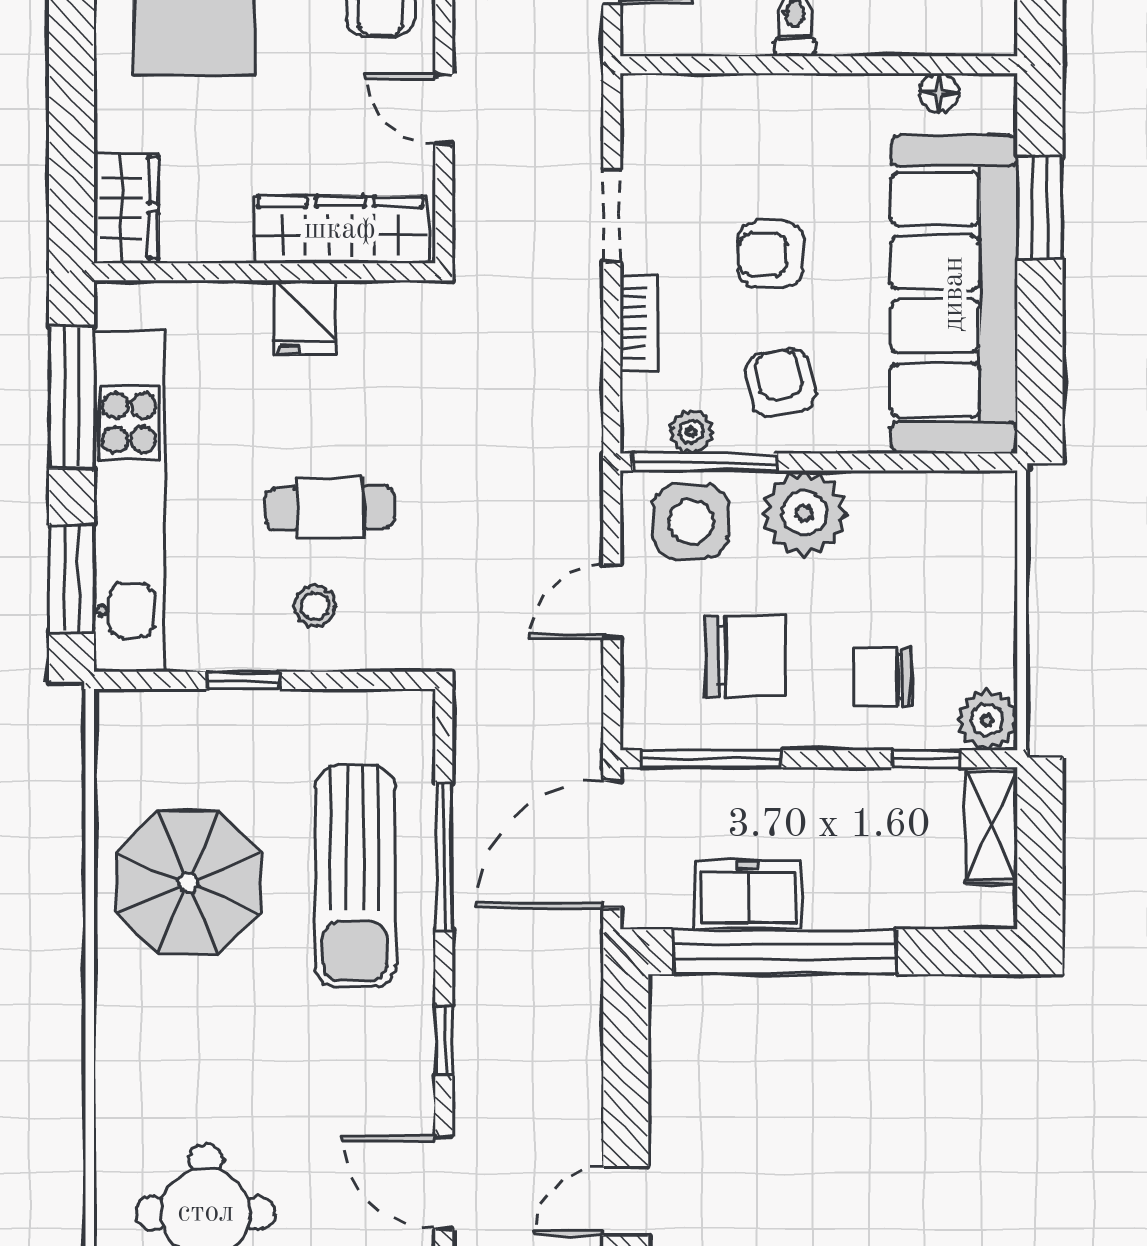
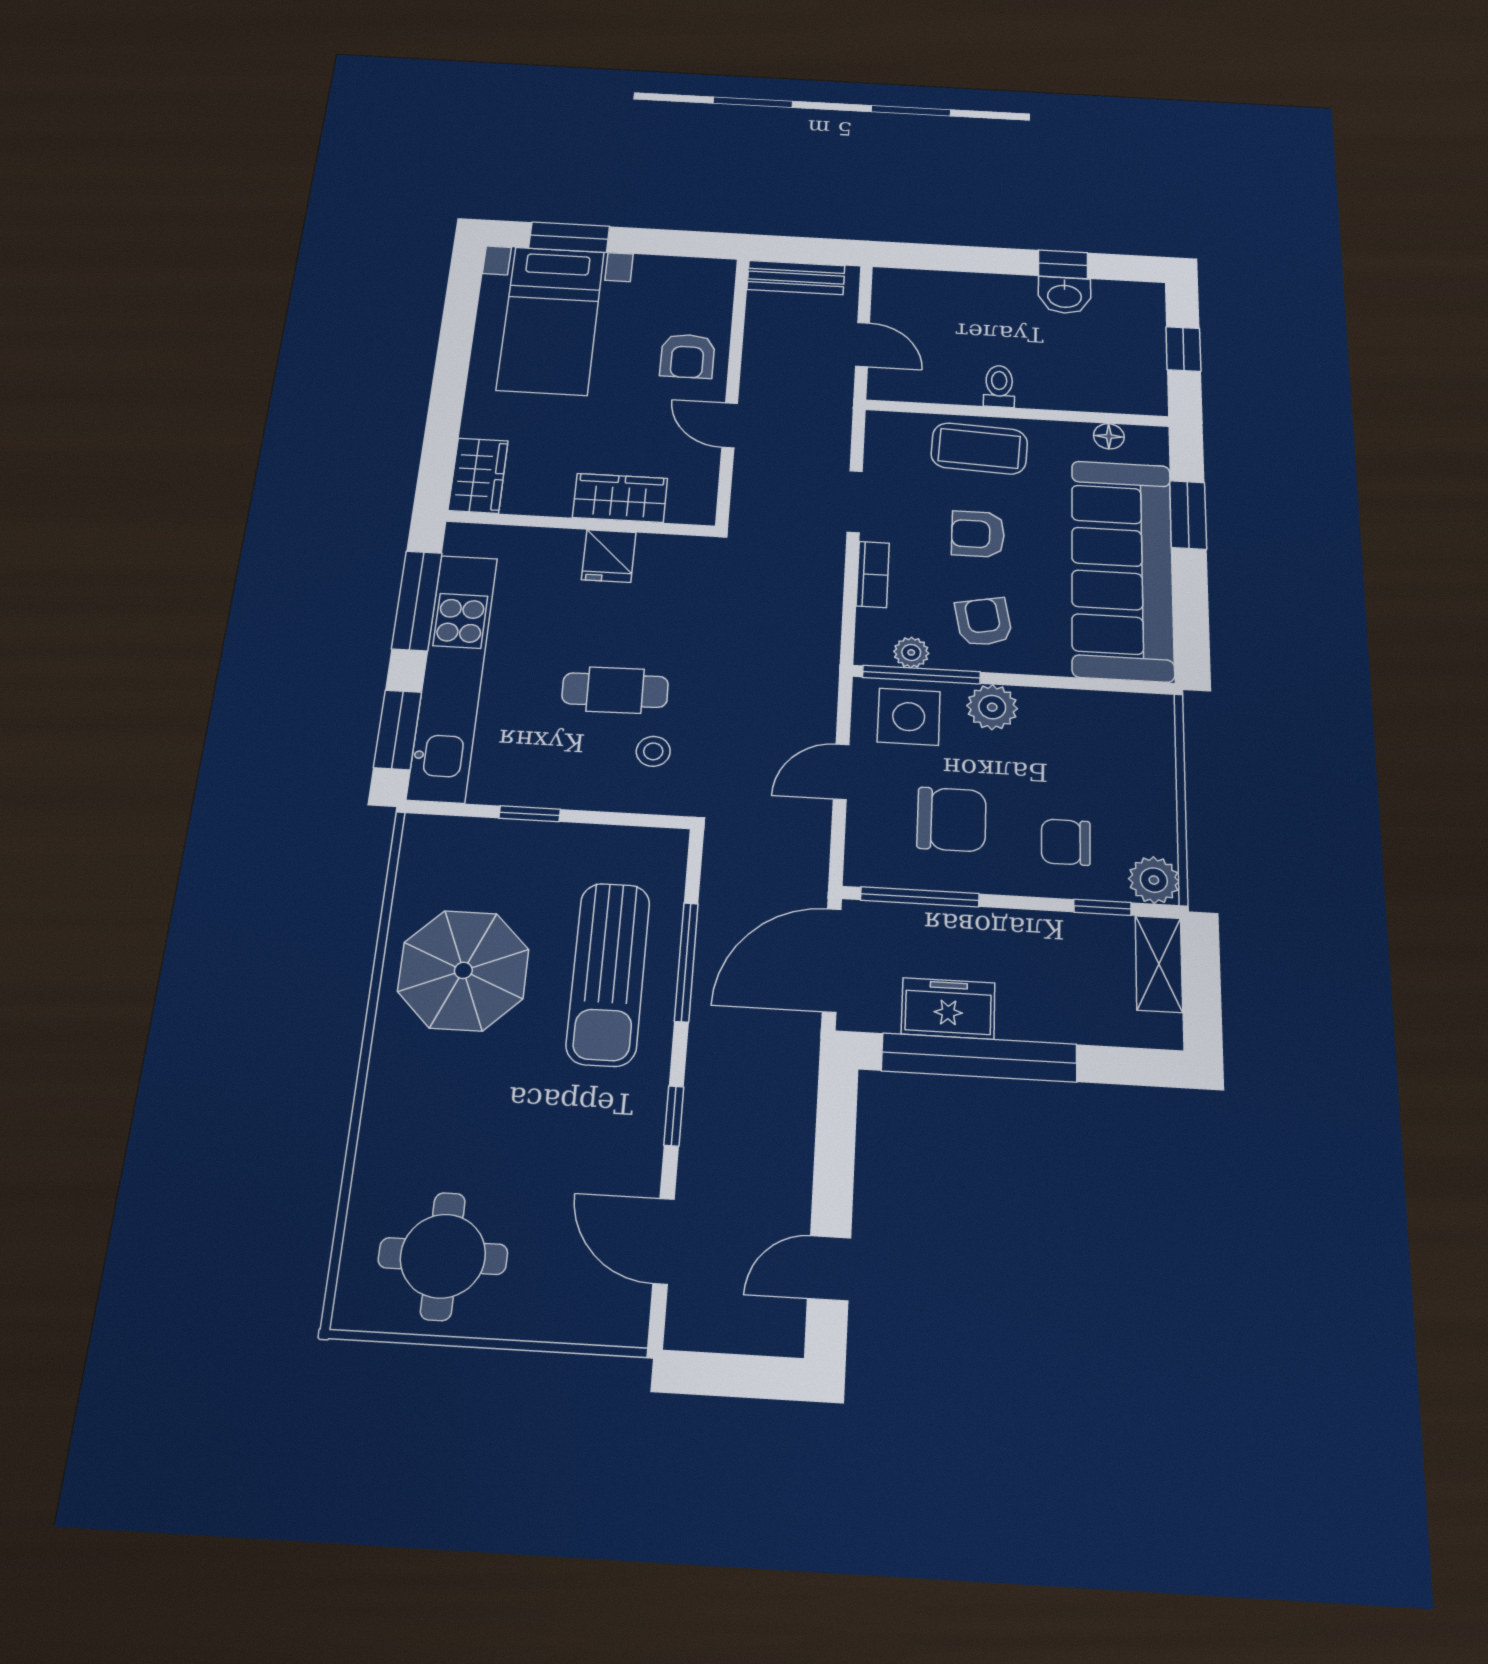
coffee table: (770, 123) -> (979, 448), added
wardrobe: (340, 230) -> (620, 498), width x0.67
plant: (804, 513) -> (992, 707), width x0.73, depth x0.73
stool: (315, 606) -> (653, 751), moved

